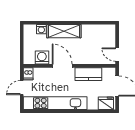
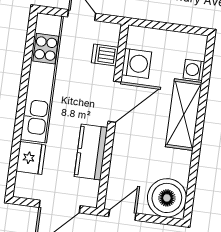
boiler: (106, 34) -> (167, 198), added
dishwasher: (28, 74) -> (105, 55), moved
fridge: (106, 103) -> (31, 158), moved

